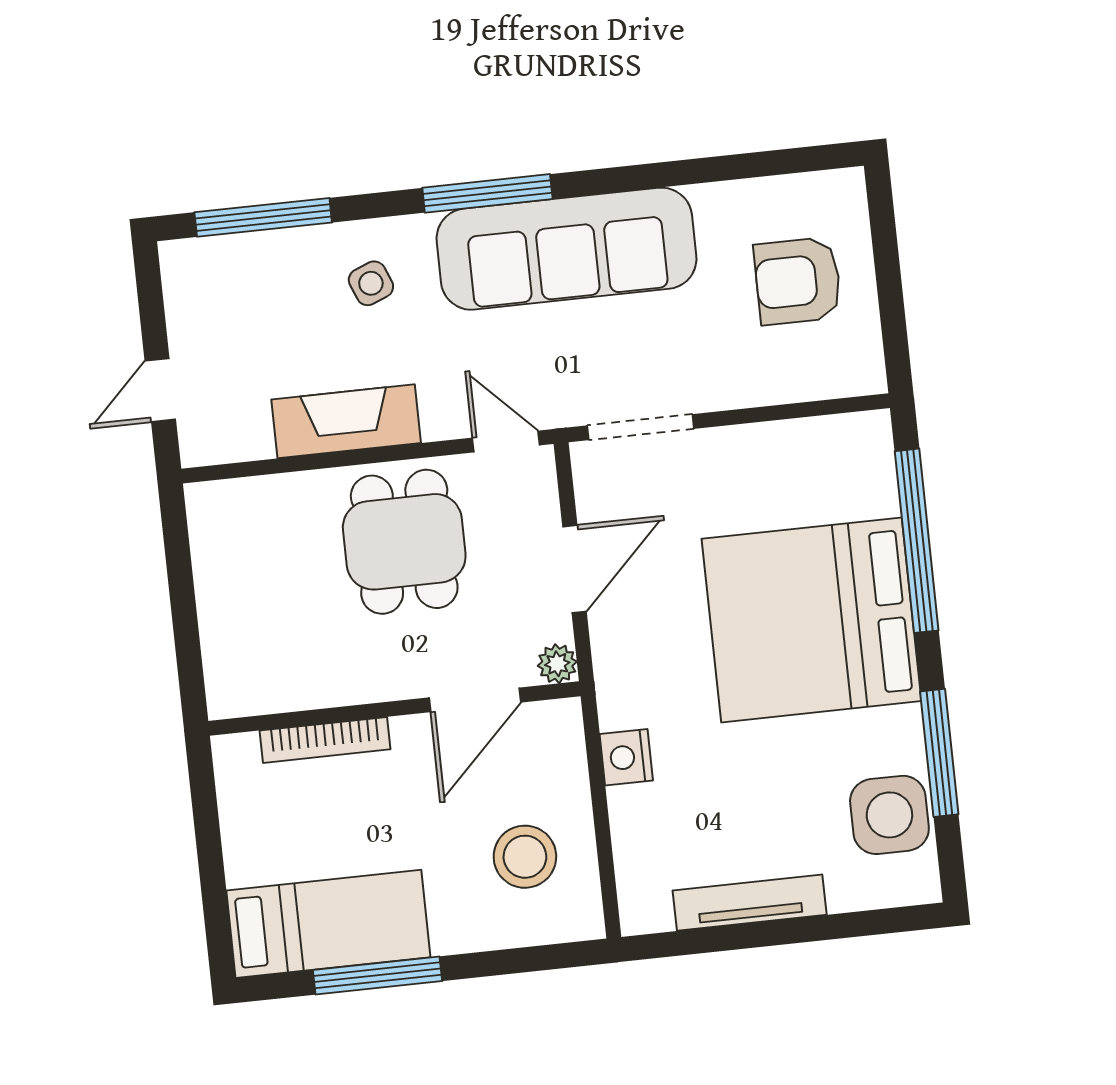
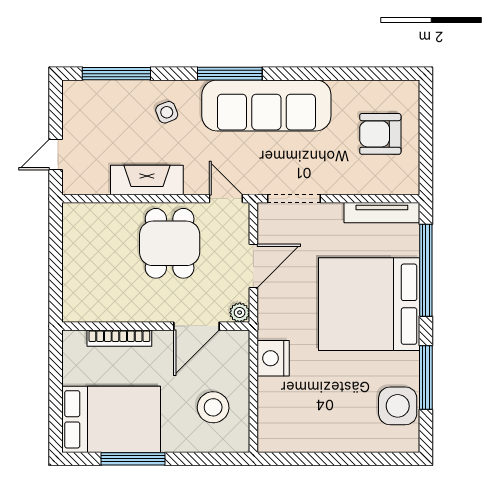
nightstand: (626, 757) -> (273, 358), width x1.36, depth x1.33
tv unit: (750, 903) -> (382, 213), moved, turned 180
bed: (328, 924) -> (111, 419), width x1.50

